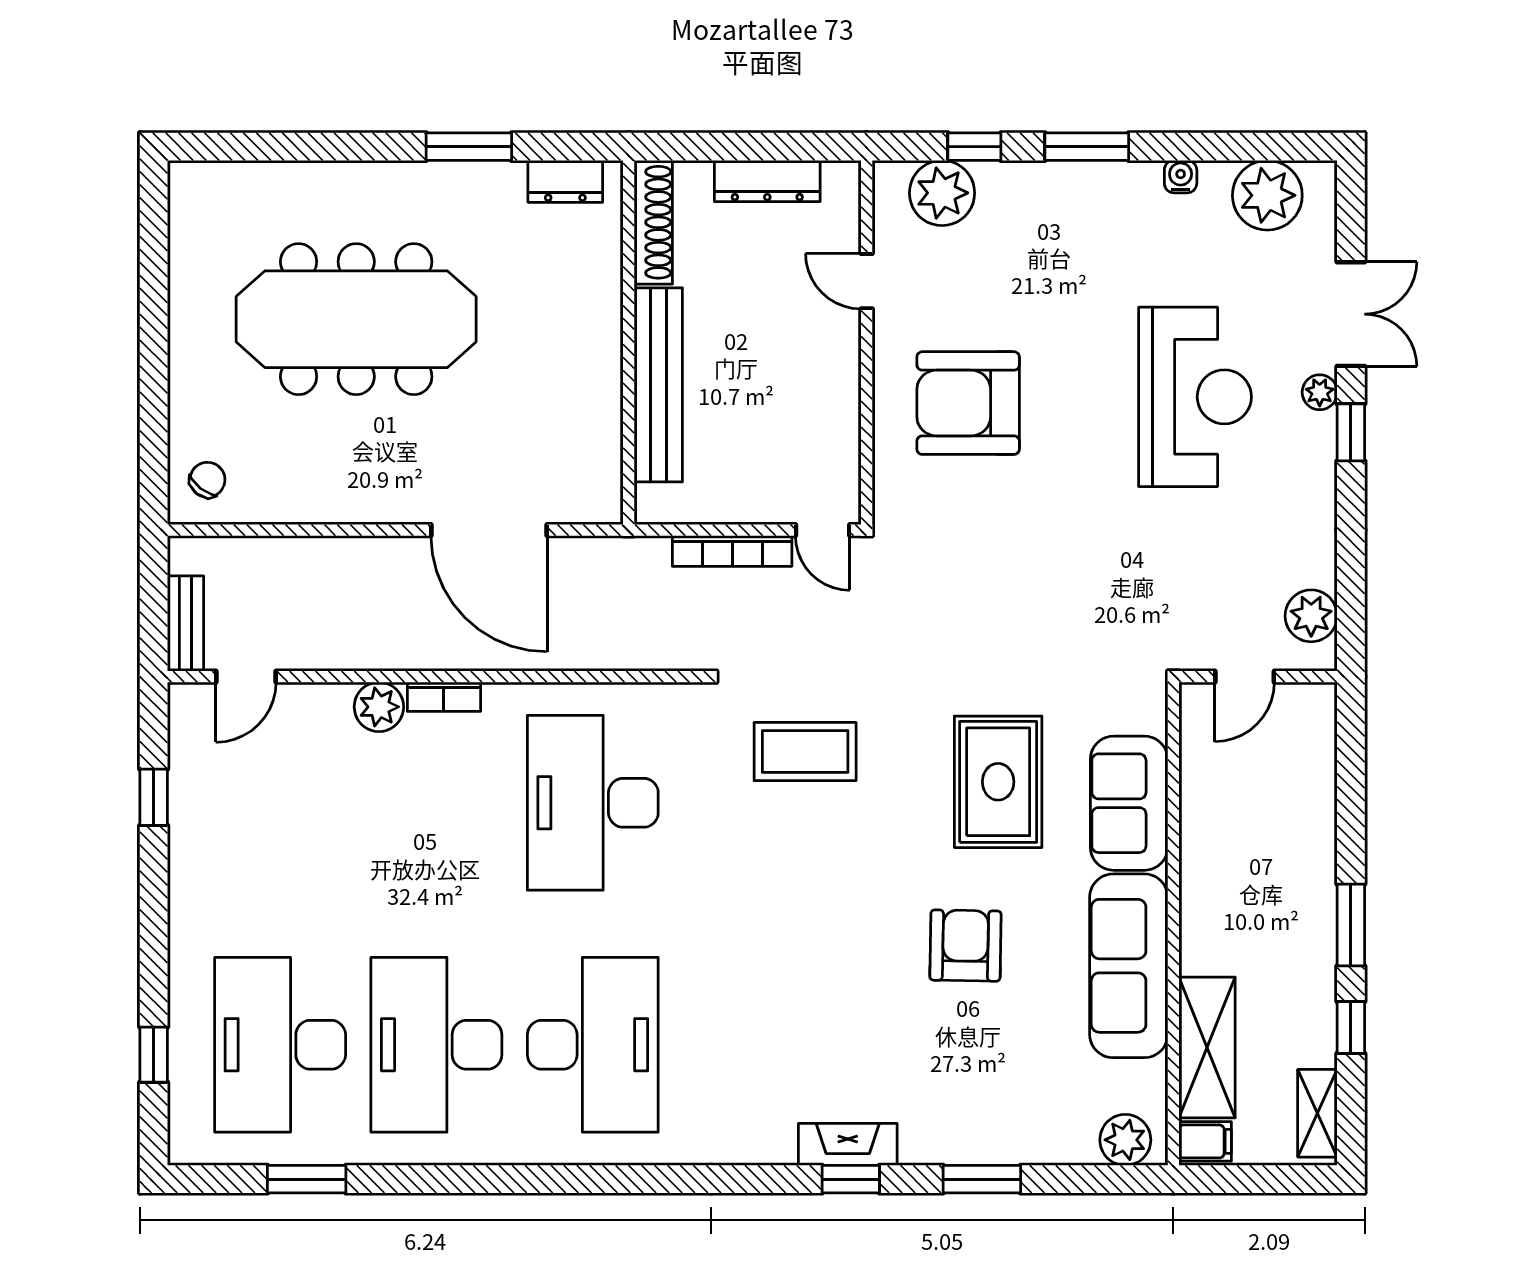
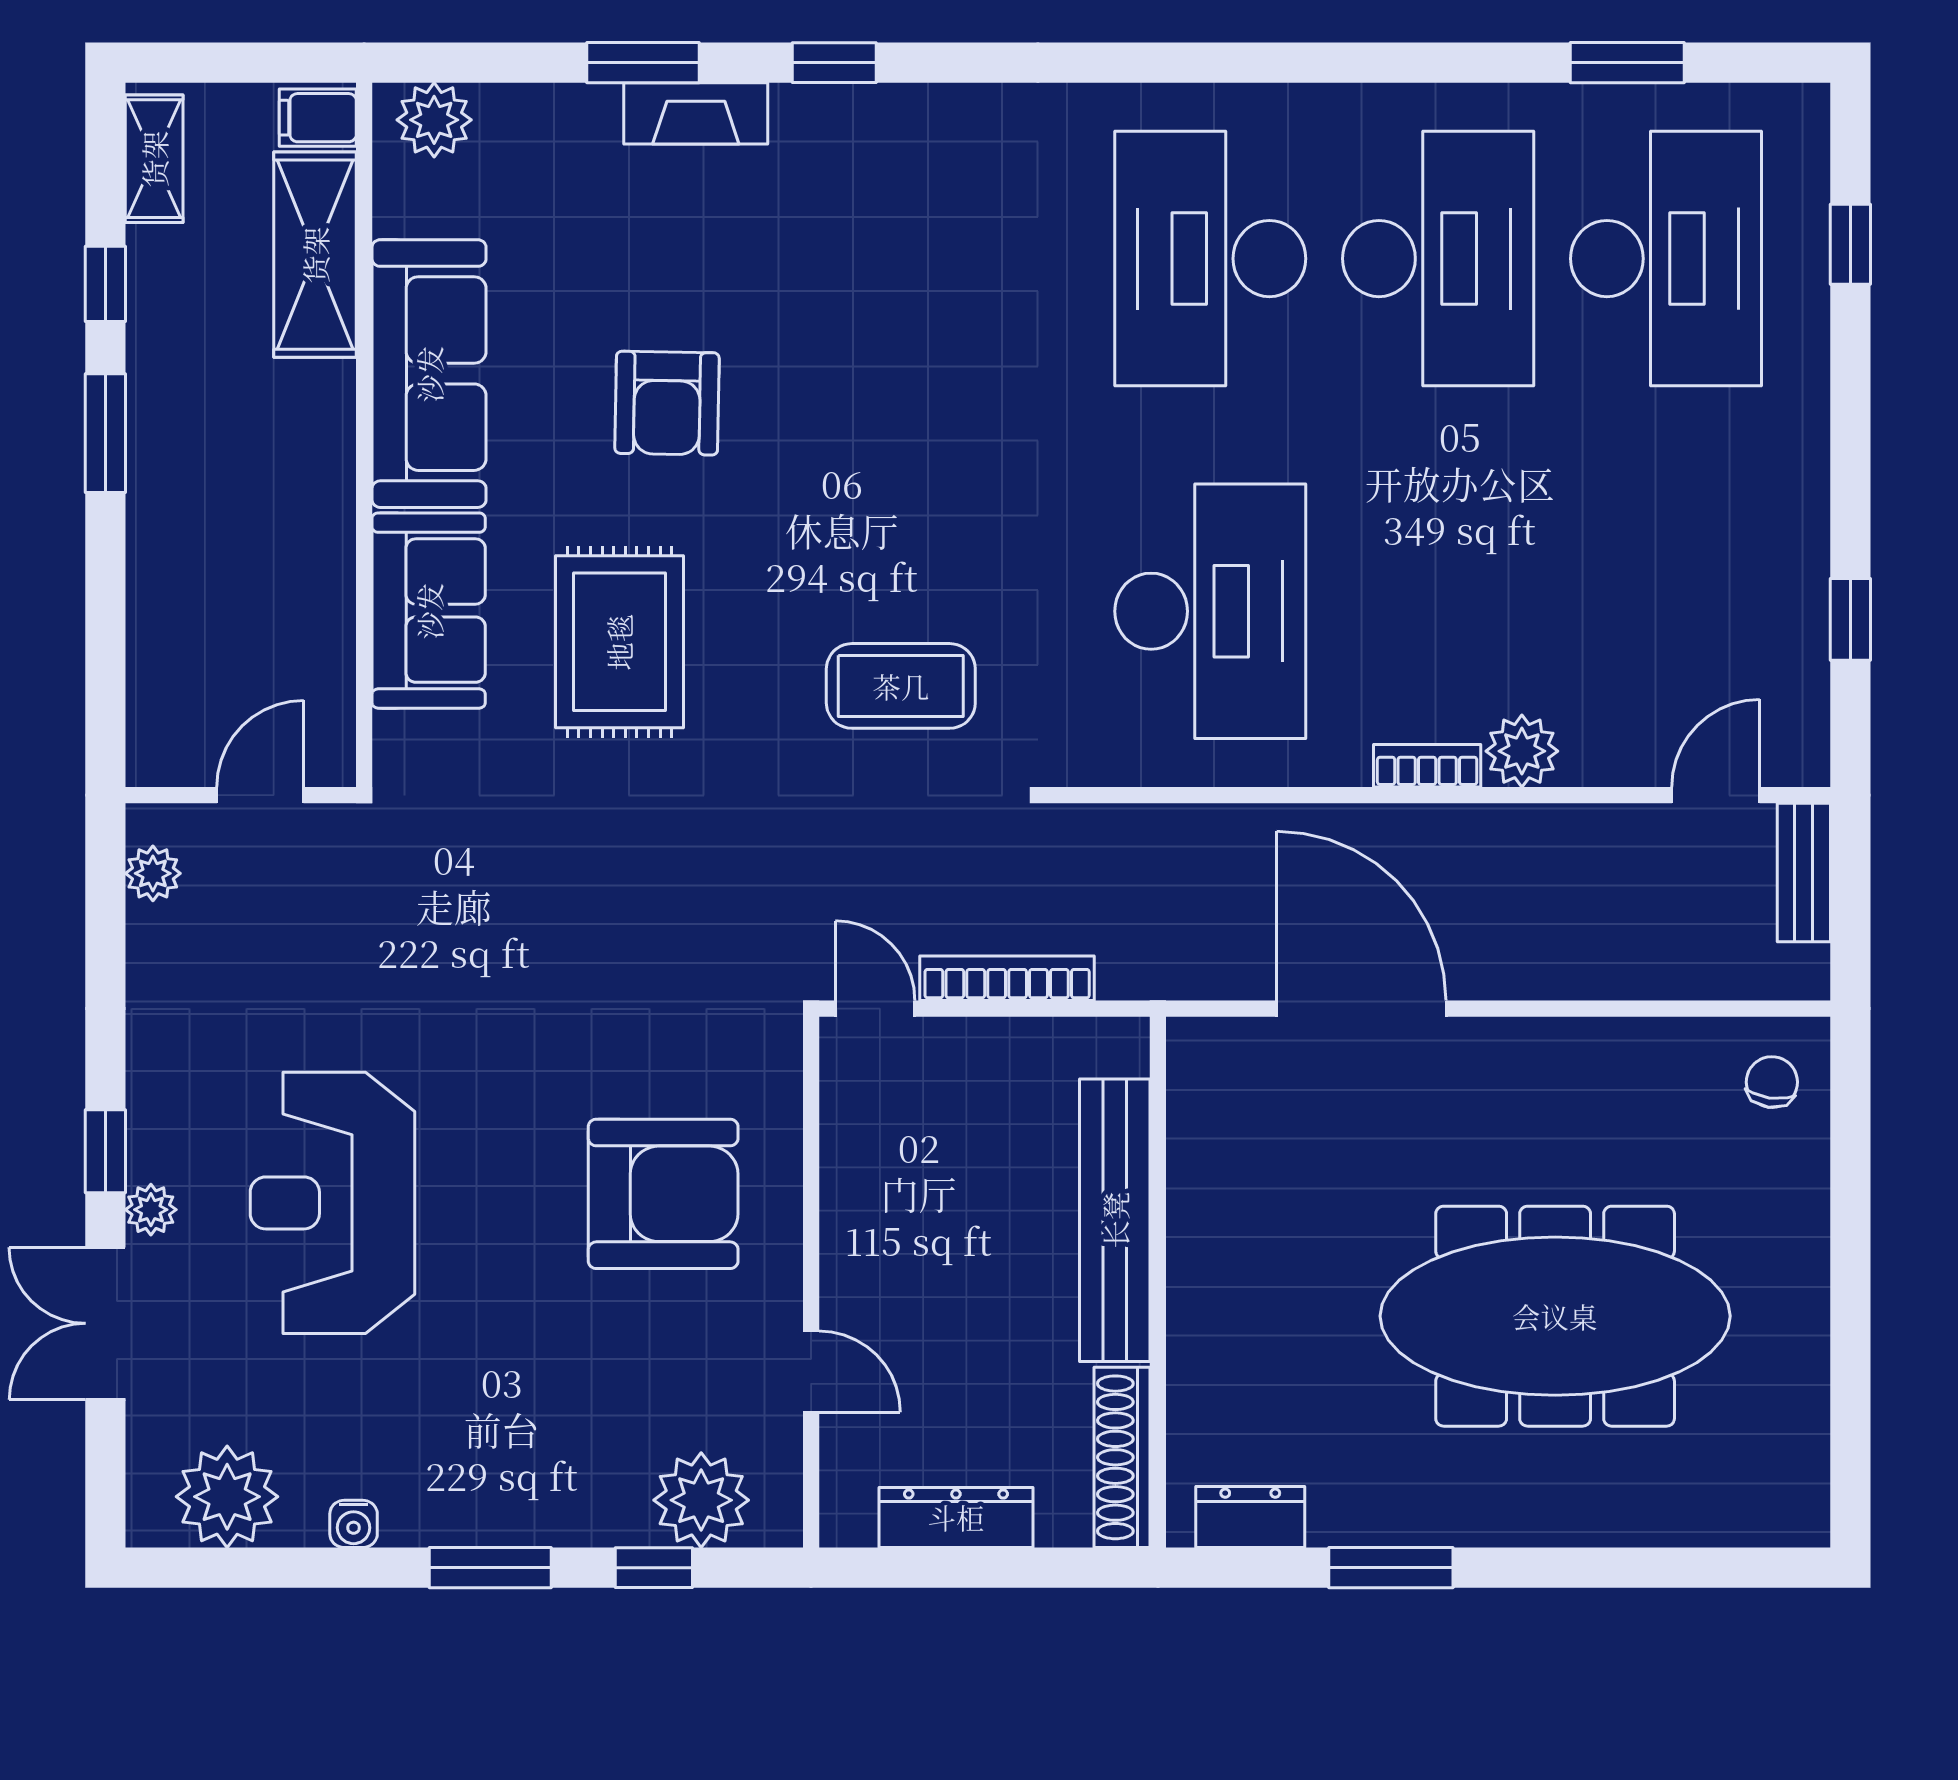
chair: (207, 480) -> (1772, 1082), turned 150
plant: (1311, 616) -> (153, 873), width x0.73, depth x0.73
fireplace: (848, 1144) -> (696, 113), moved

